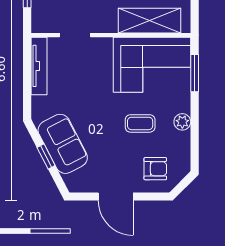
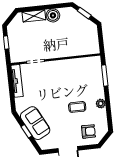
shelving: (150, 21) -> (76, 49), removed
corner sofa: (152, 65) -> (80, 73), removed

